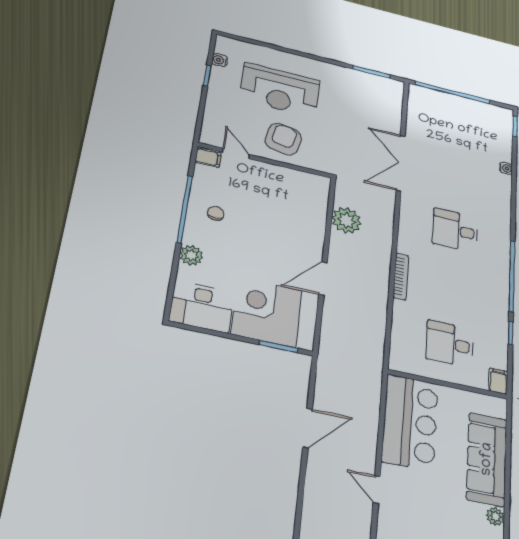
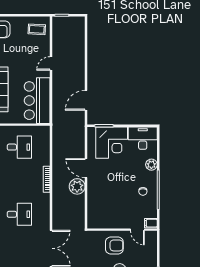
armchair: (283, 139) -> (114, 245), turned -100
plant: (346, 220) -> (77, 186), moved
door: (323, 278) -> (86, 168), swing flipped
door: (308, 428) -> (86, 100), moved
door: (377, 489) -> (51, 64), swing flipped

